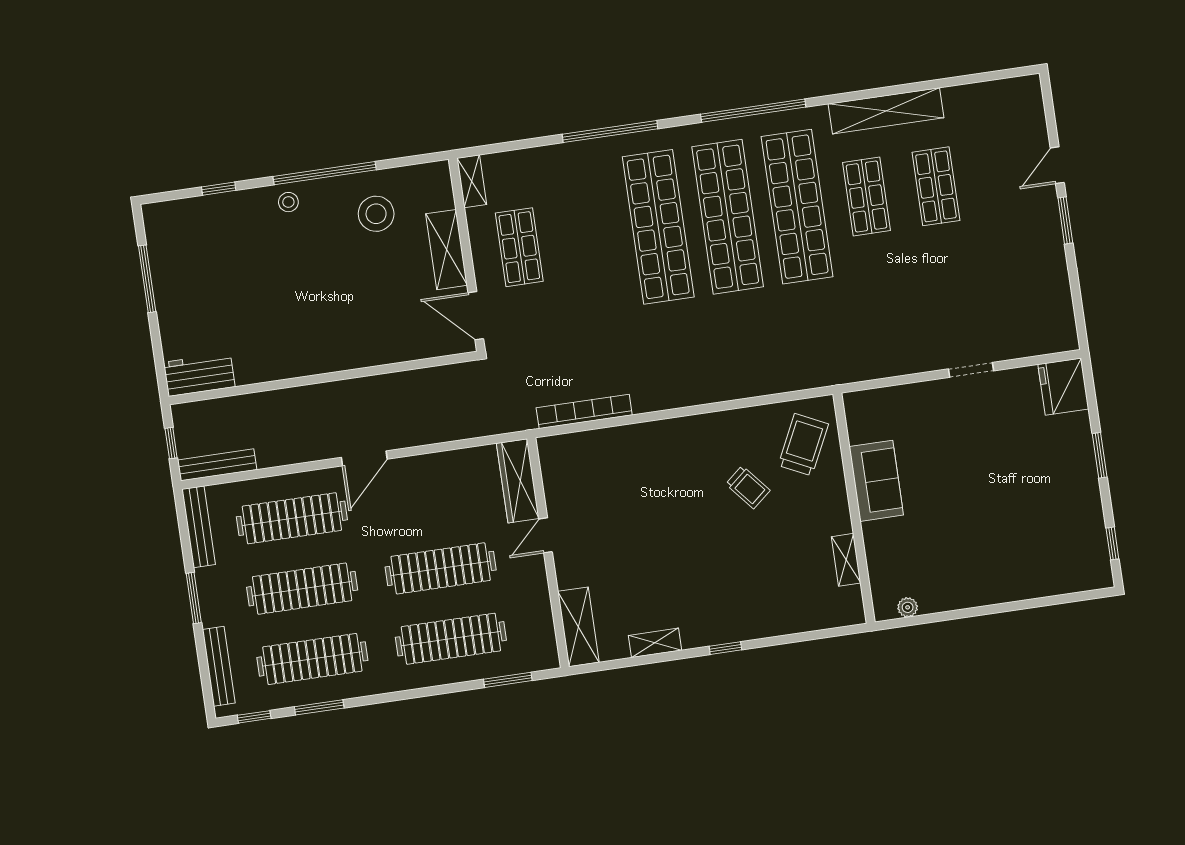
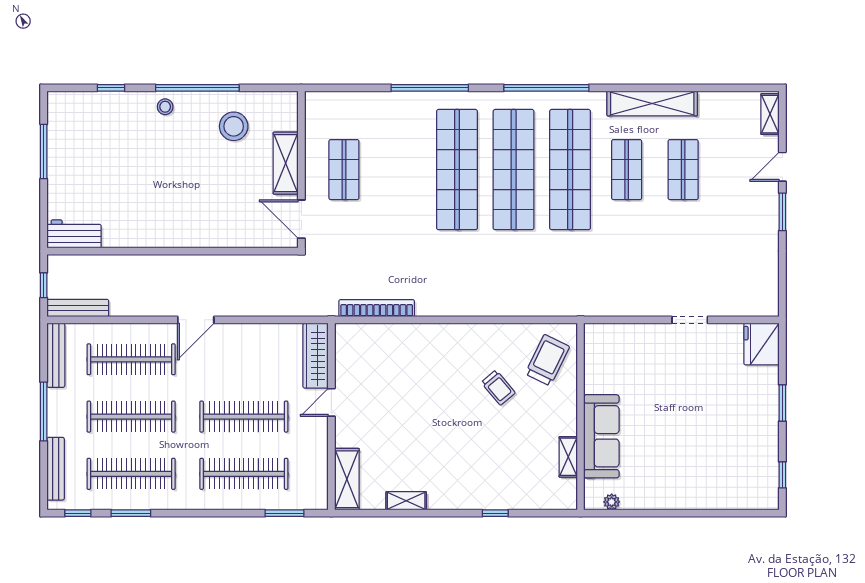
shelving: (472, 181) -> (770, 114), moved
sofa: (876, 481) -> (601, 436), moved, width x1.36
window: (194, 598) -> (44, 411), width x1.44
window: (725, 648) -> (495, 513), moved

